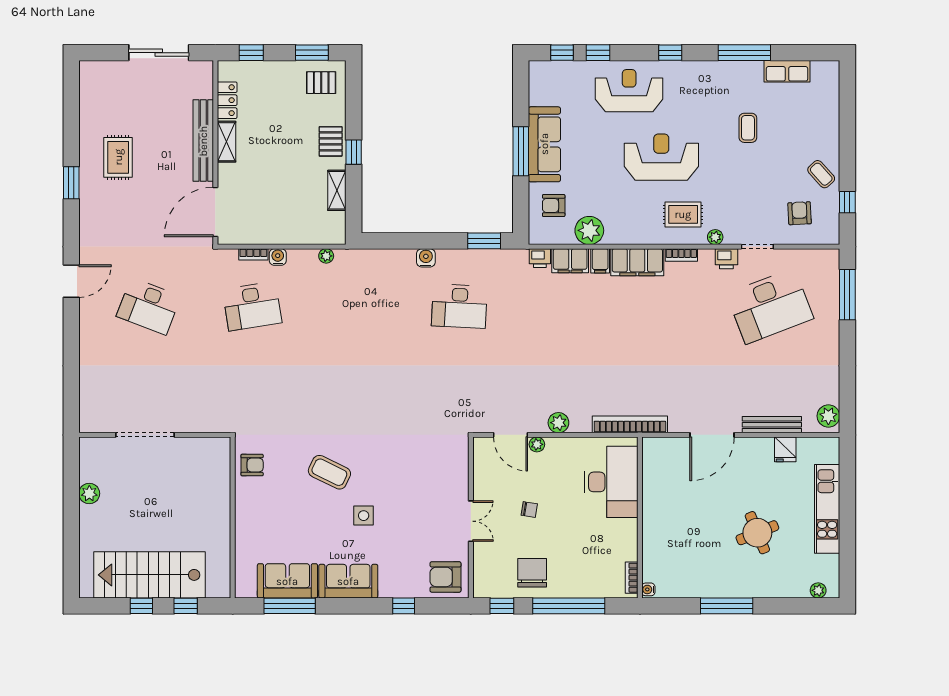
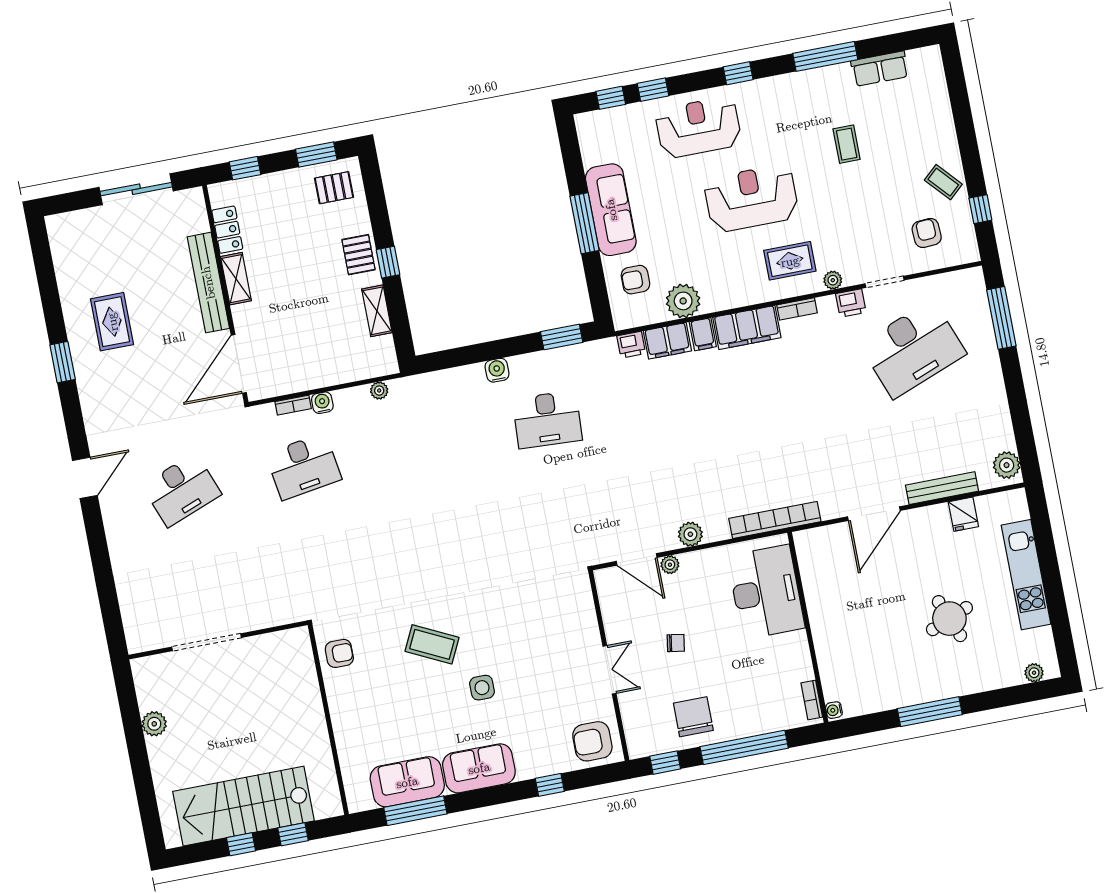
desk: (149, 306) -> (182, 490), turned -42

